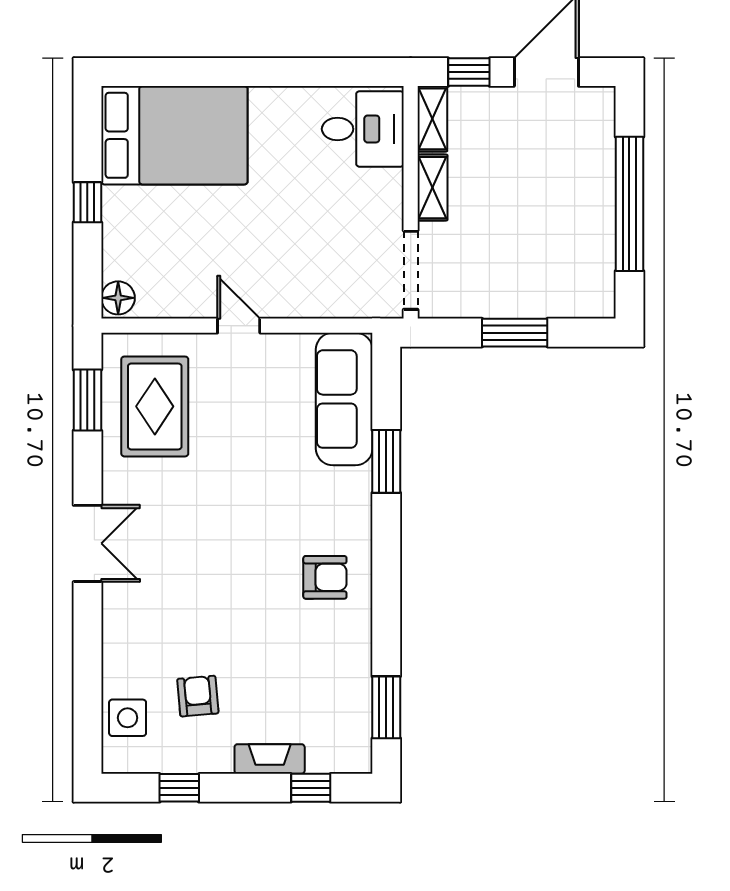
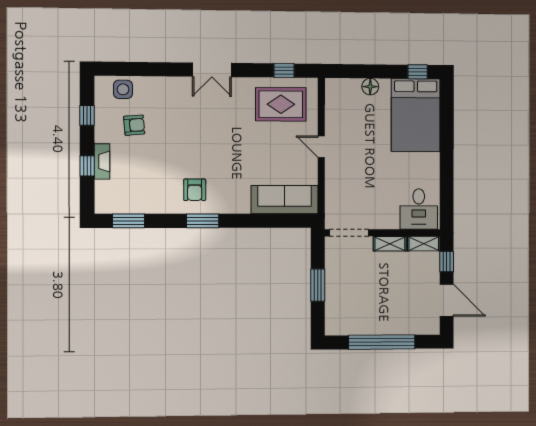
window: (87, 202) -> (418, 72), moved
floor lamp: (118, 298) -> (370, 87), moved
door: (239, 326) -> (321, 147), swing flipped
window: (87, 400) -> (284, 70), width x0.67
window: (386, 461) -> (203, 221), moved
window: (311, 788) -> (87, 166), moved

